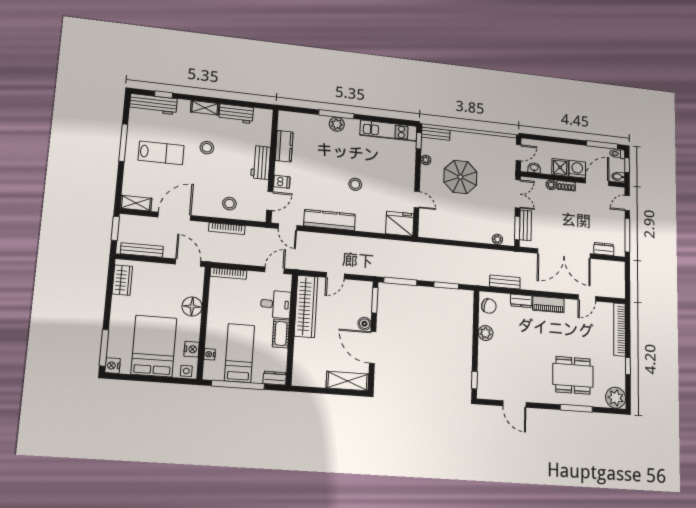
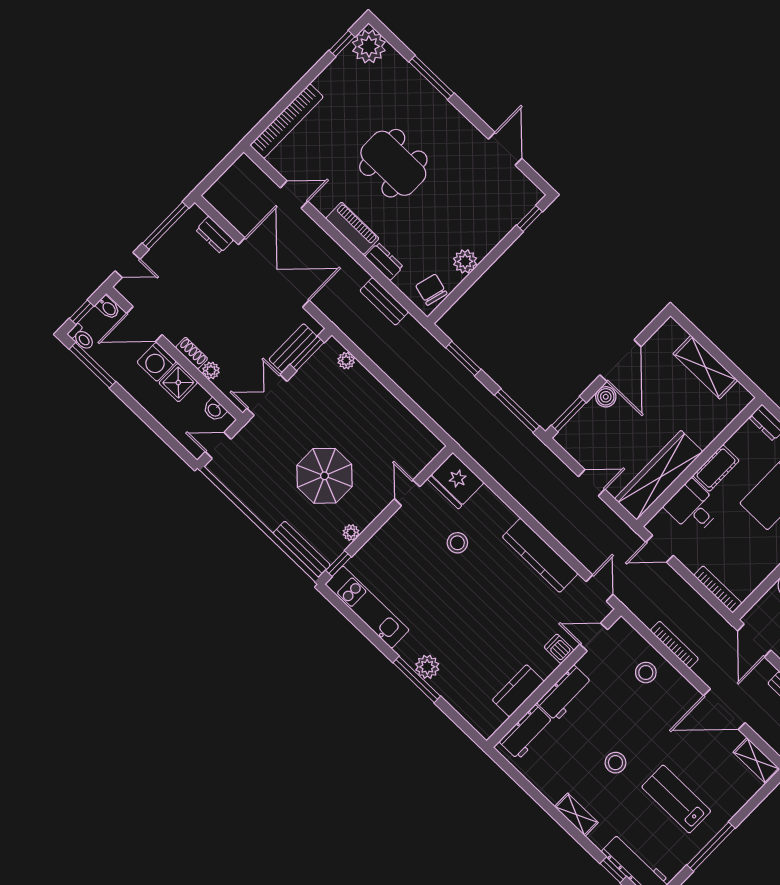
workbench: (236, 114) -> (527, 732), moved, turned 90
bench: (436, 134) -> (302, 549), width x1.36
stool: (355, 184) -> (457, 543), moved
window: (628, 366) -> (342, 44), moved
dining table: (573, 375) -> (393, 163), moved
shelving: (347, 381) -> (705, 367), moved

